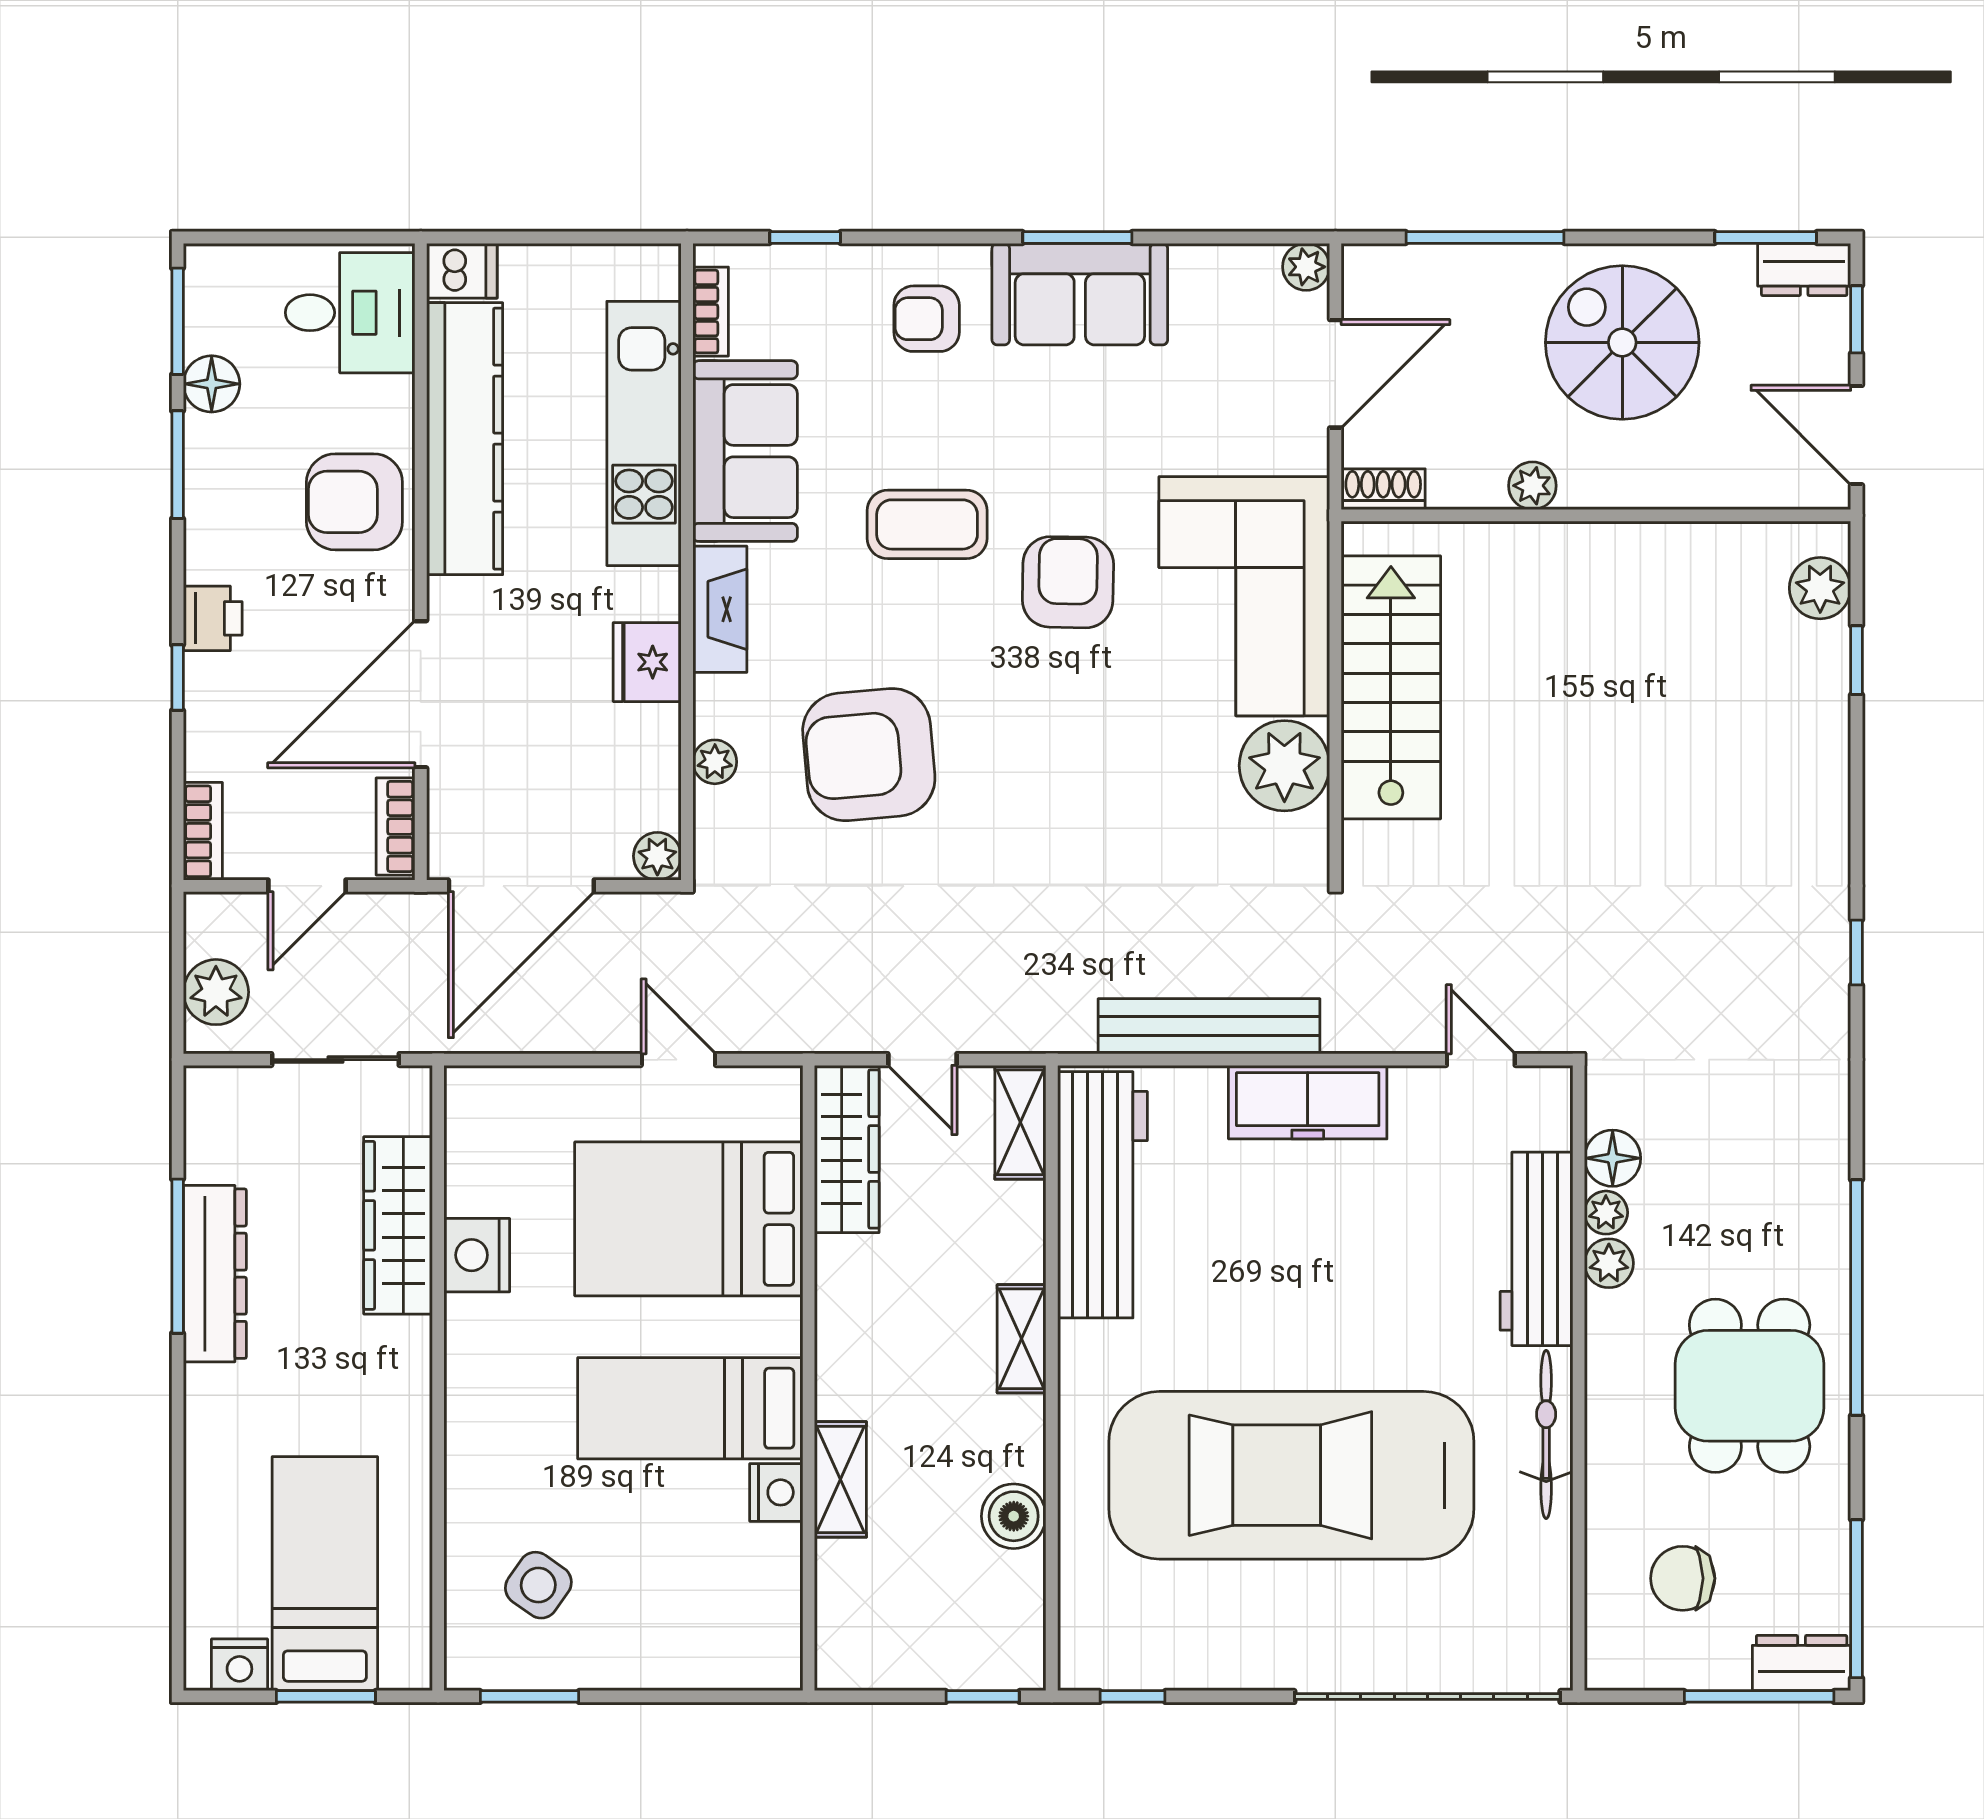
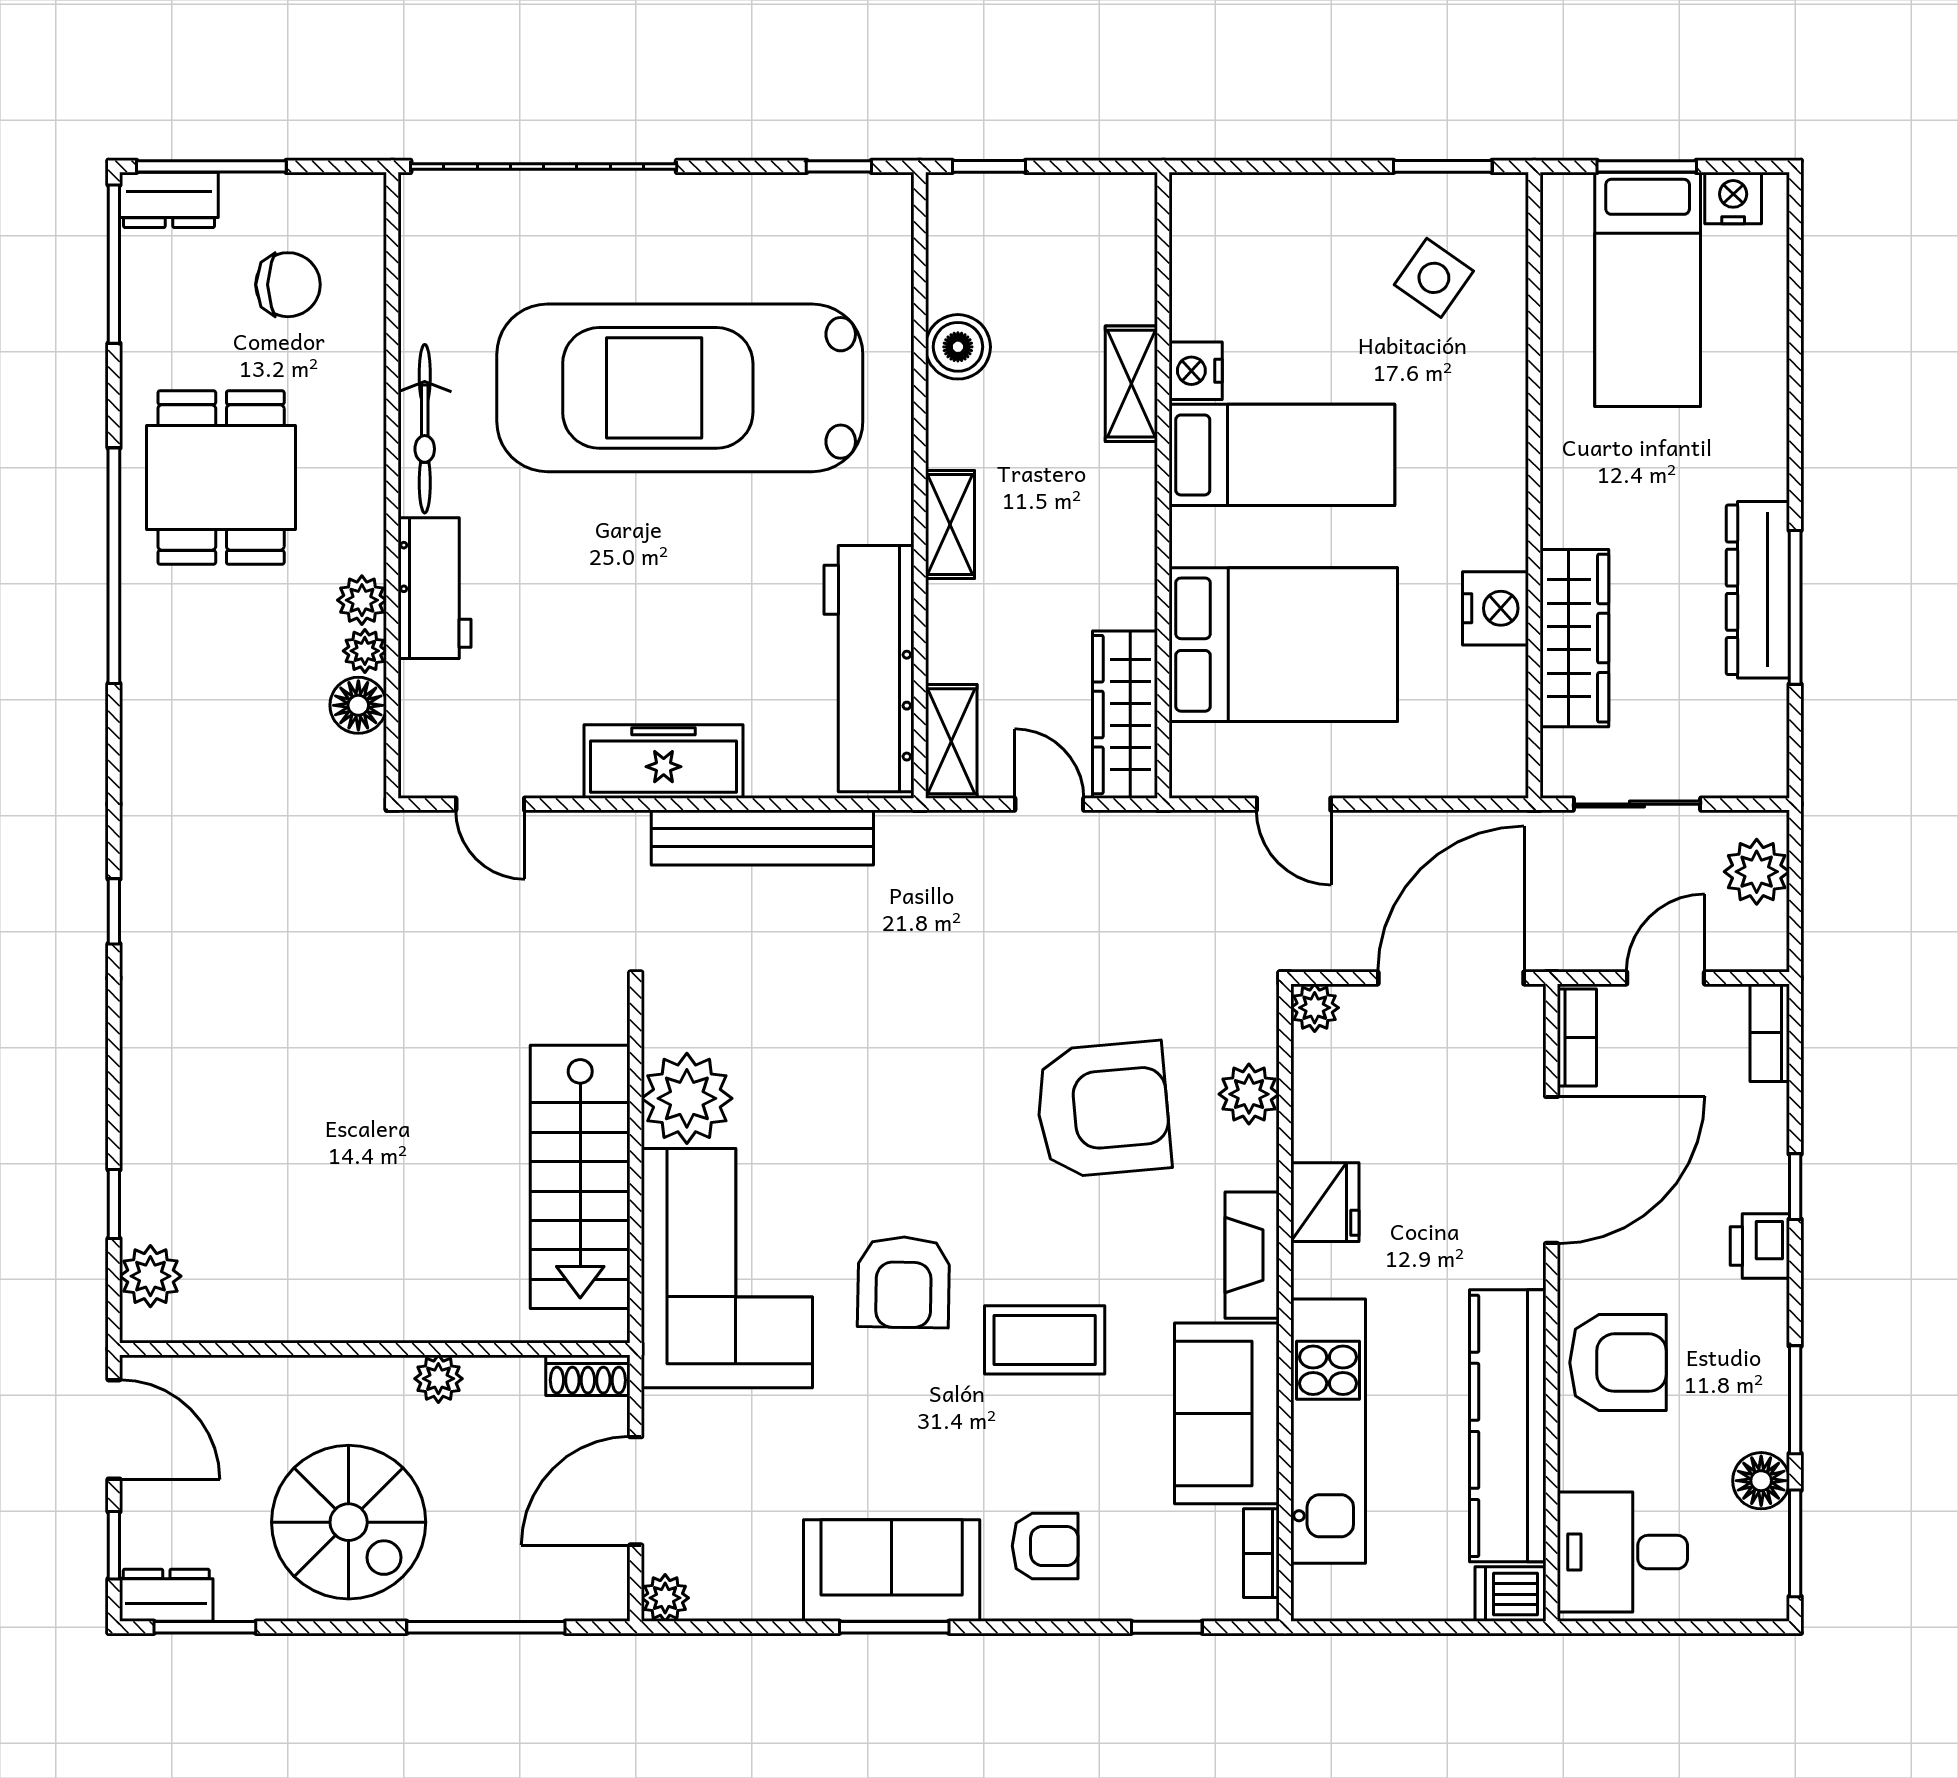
plant: (715, 762) -> (1249, 1094), width x1.38, depth x1.38
workbench: (1536, 1249) -> (434, 588), width x0.73
car: (1291, 1475) -> (680, 388), turned 180

